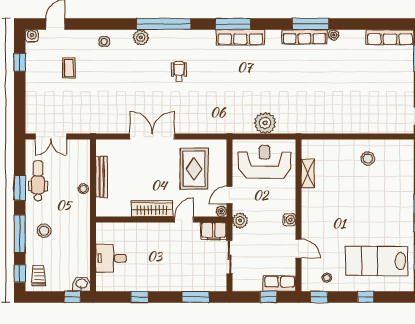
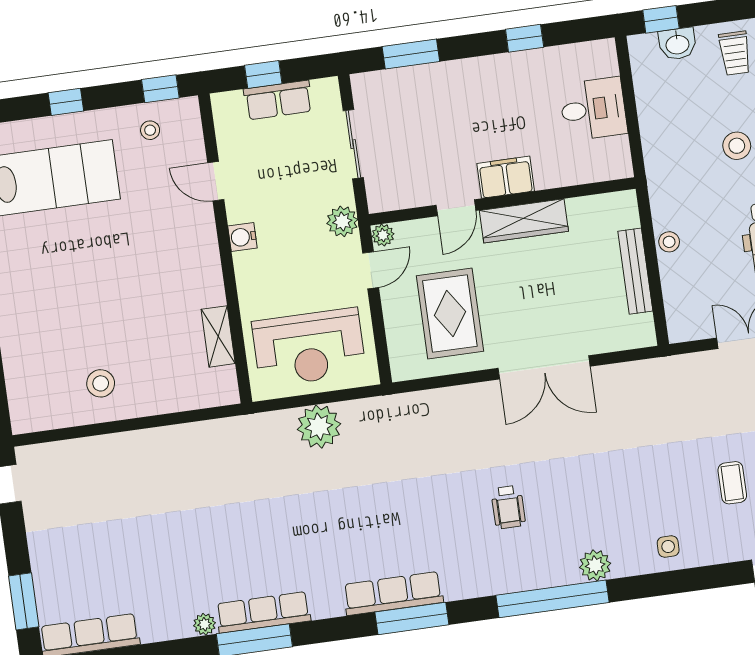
filing cabinet: (214, 231) -> (506, 177), moved
washbasin: (82, 284) -> (677, 44), moved
row of seats: (280, 284) -> (278, 100), moved

